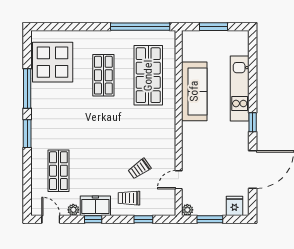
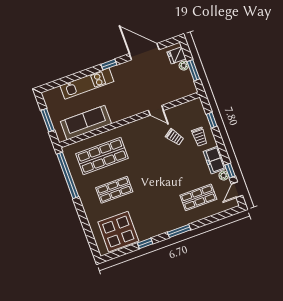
window: (27, 89) -> (145, 243), width x0.46
sofa: (194, 91) -> (86, 123), moved
door: (179, 180) -> (156, 110), moved
plant: (187, 210) -> (184, 66), moved
window: (93, 219) -> (230, 171), moved

